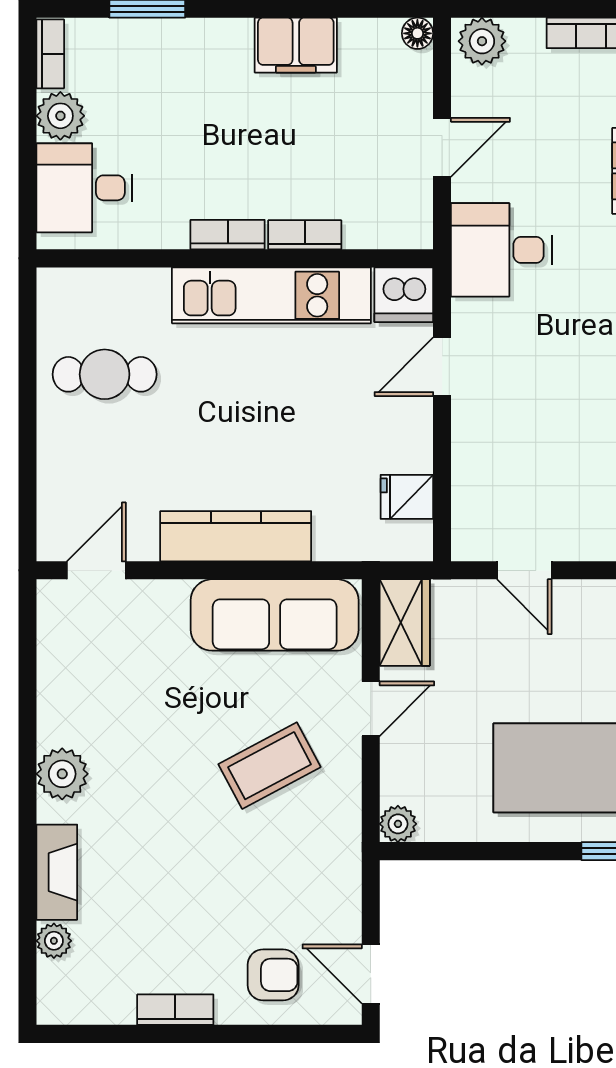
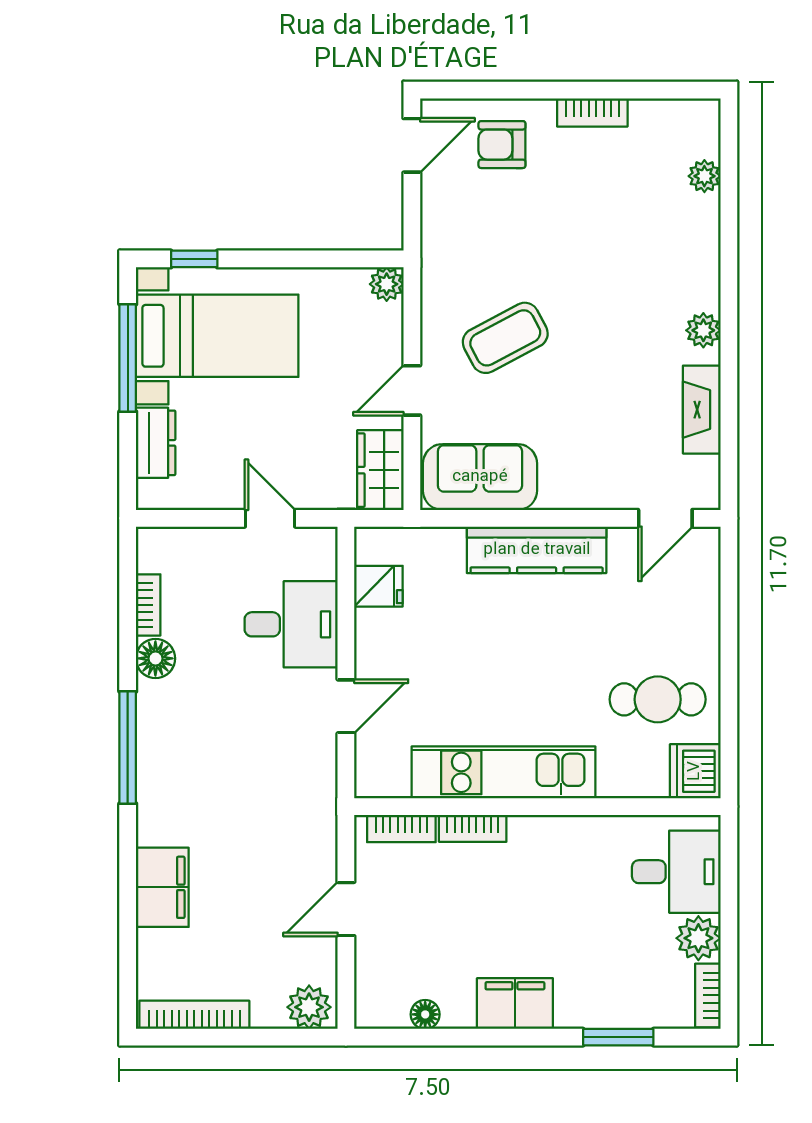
floor lamp: (417, 33) -> (425, 1014), moved
filing cabinet: (296, 45) -> (515, 1004), moved
bookcase: (228, 235) -> (401, 828), moved
desk: (501, 250) -> (291, 624), moved
dishwasher: (404, 295) -> (695, 771), moved, turned -90
sofa: (275, 615) -> (480, 477), width x0.73
plant: (62, 774) -> (703, 330), width x0.73, depth x0.73
fireplace: (57, 872) -> (702, 410), moved
door: (371, 974) -> (412, 145), hinge flipped

